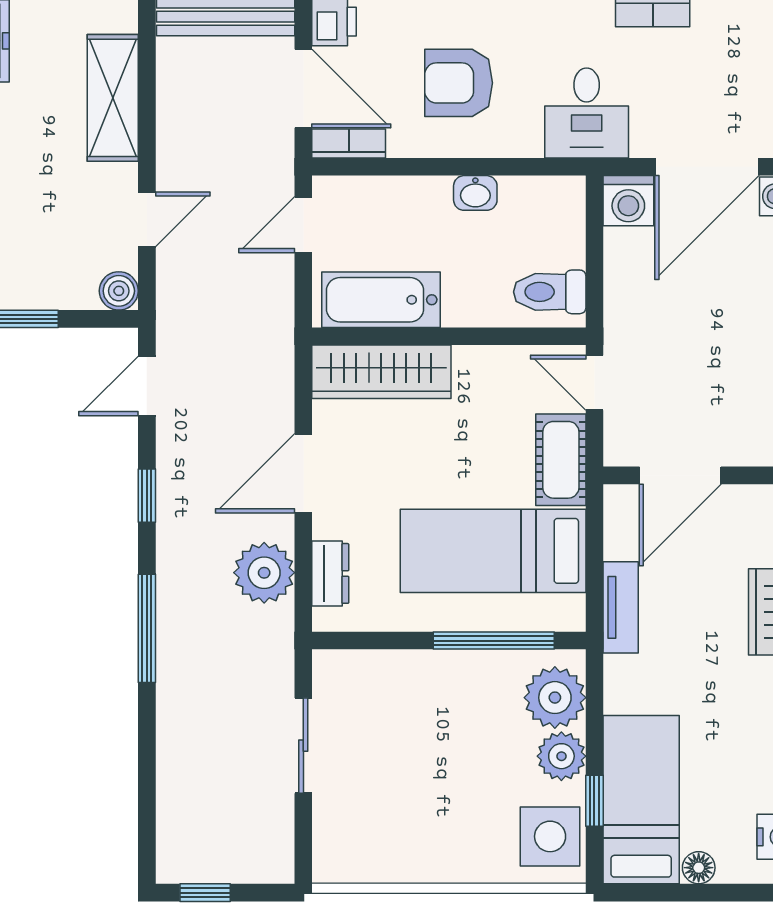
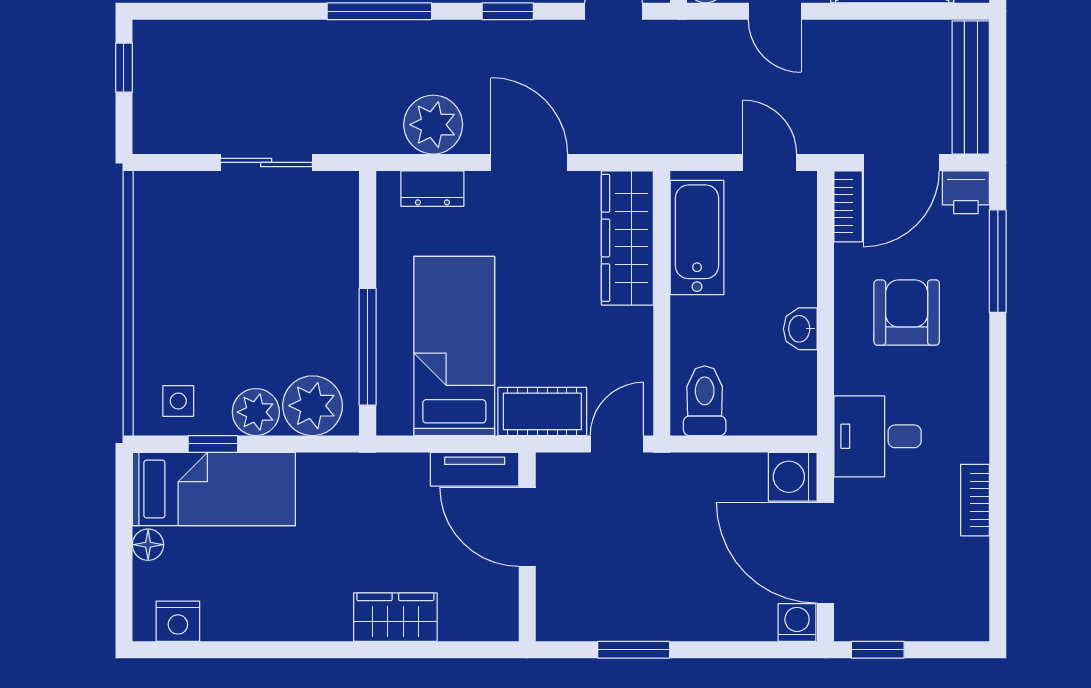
tv unit: (621, 607) -> (475, 469), moved
side table: (550, 836) -> (178, 401), width x0.54, depth x0.54

